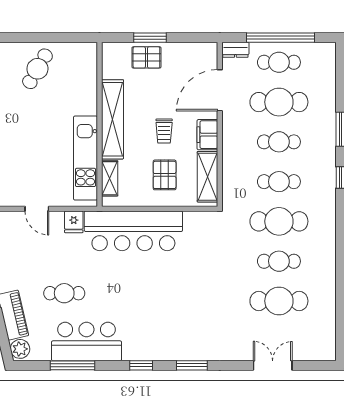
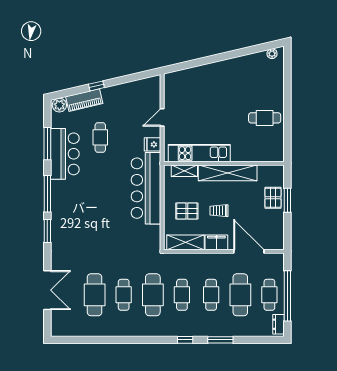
dresser: (235, 50) -> (279, 324), moved
cafe table: (37, 69) -> (265, 118), turned -30
window: (141, 365) -> (47, 194), width x2.17
double door: (273, 365) -> (47, 290), width x1.37

